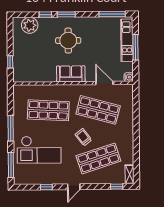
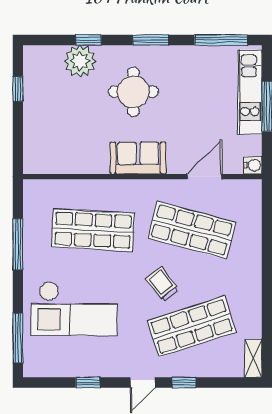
window: (66, 14) -> (151, 40), moved
plant: (30, 25) -> (80, 61), moved
window: (10, 62) -> (18, 89), moved
door: (104, 83) -> (205, 177), hinge flipped
window: (11, 128) -> (18, 244), moved
window: (117, 187) -> (184, 382), moved

